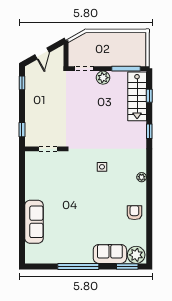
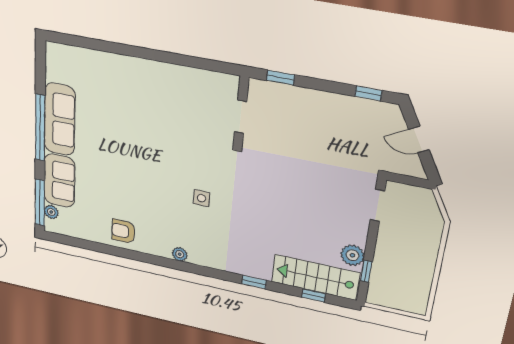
window: (126, 69) -> (366, 271), width x0.46
plant: (103, 78) -> (352, 255), moved
armchair: (134, 213) -> (123, 231), turned 180
sofa: (34, 222) -> (60, 119), moved, turned -90
plant: (136, 255) -> (51, 212), width x0.53, depth x0.53
window: (127, 266) -> (40, 203), width x1.44

